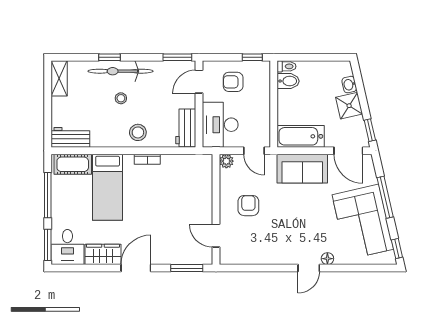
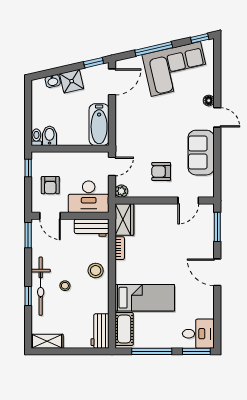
bookcase: (147, 159) -> (120, 248), moved
sofa: (302, 169) -> (201, 153), moved, turned 180
wardrobe: (103, 254) -> (124, 219), moved, turned 180

